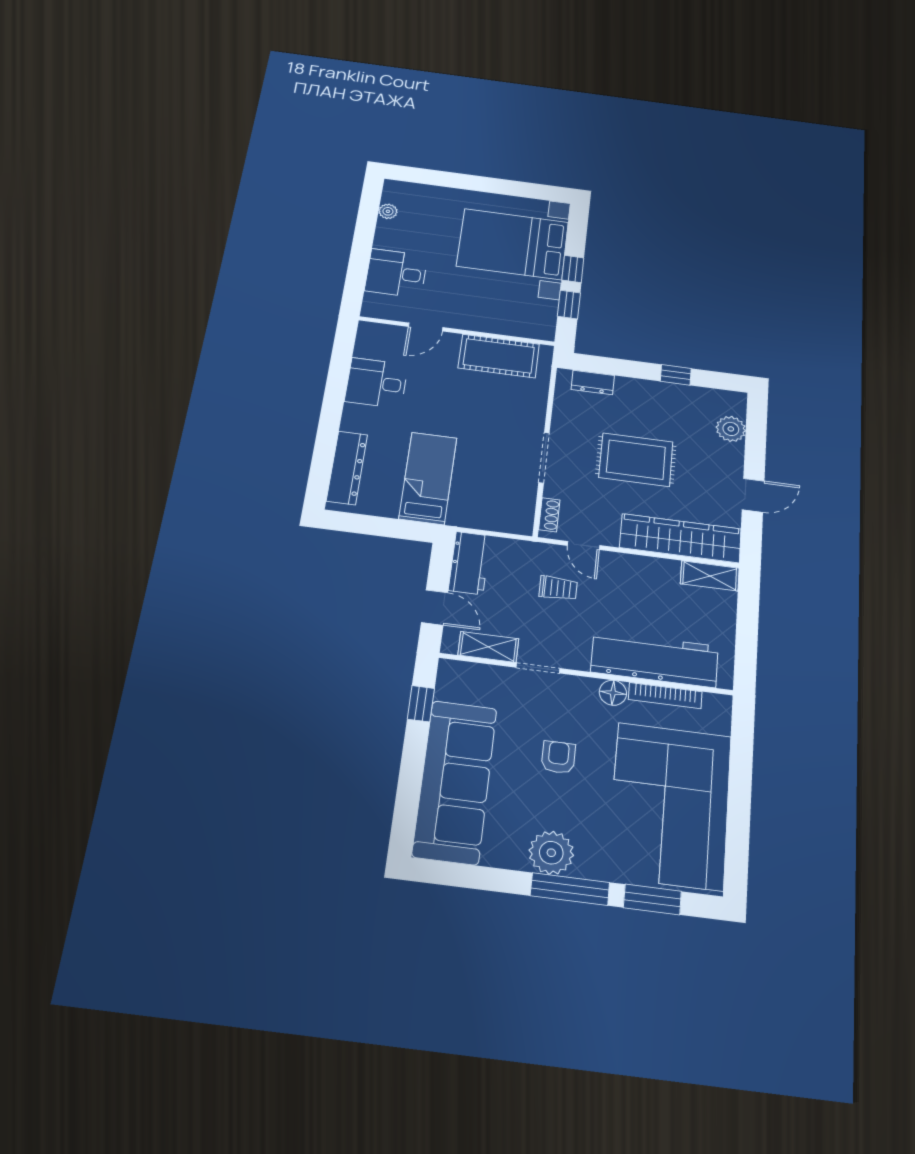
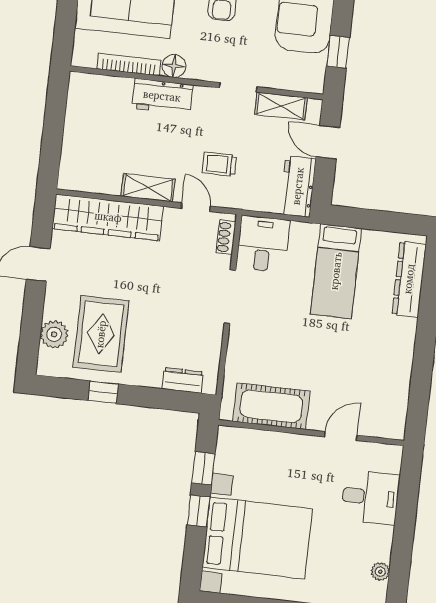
desk: (376, 383) -> (263, 244), moved, turned -90
rug: (636, 460) -> (101, 334), moved, turned 90
shelving: (710, 576) -> (148, 188), moved
workbench: (655, 659) -> (162, 96), width x0.53, depth x0.76

